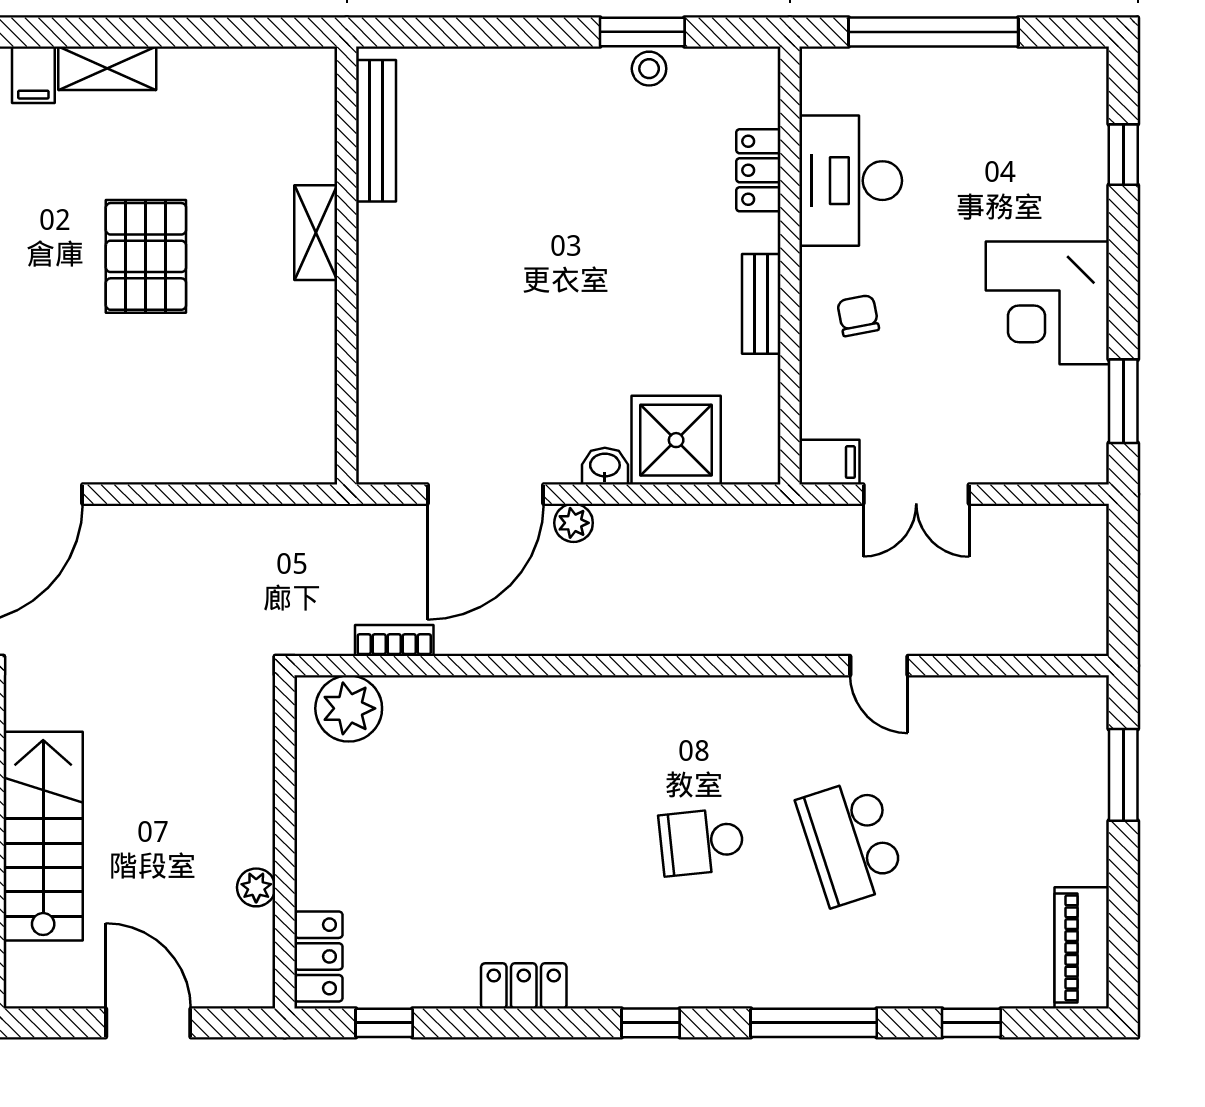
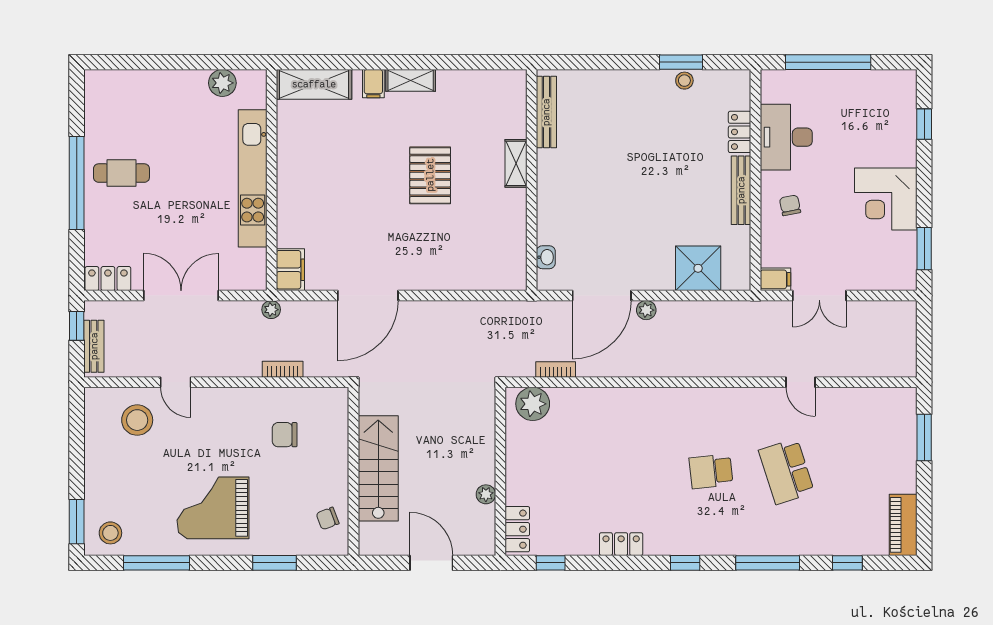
bench: (761, 304) -> (741, 190), width x1.36
washbasin: (605, 466) -> (546, 257), moved, turned 90

